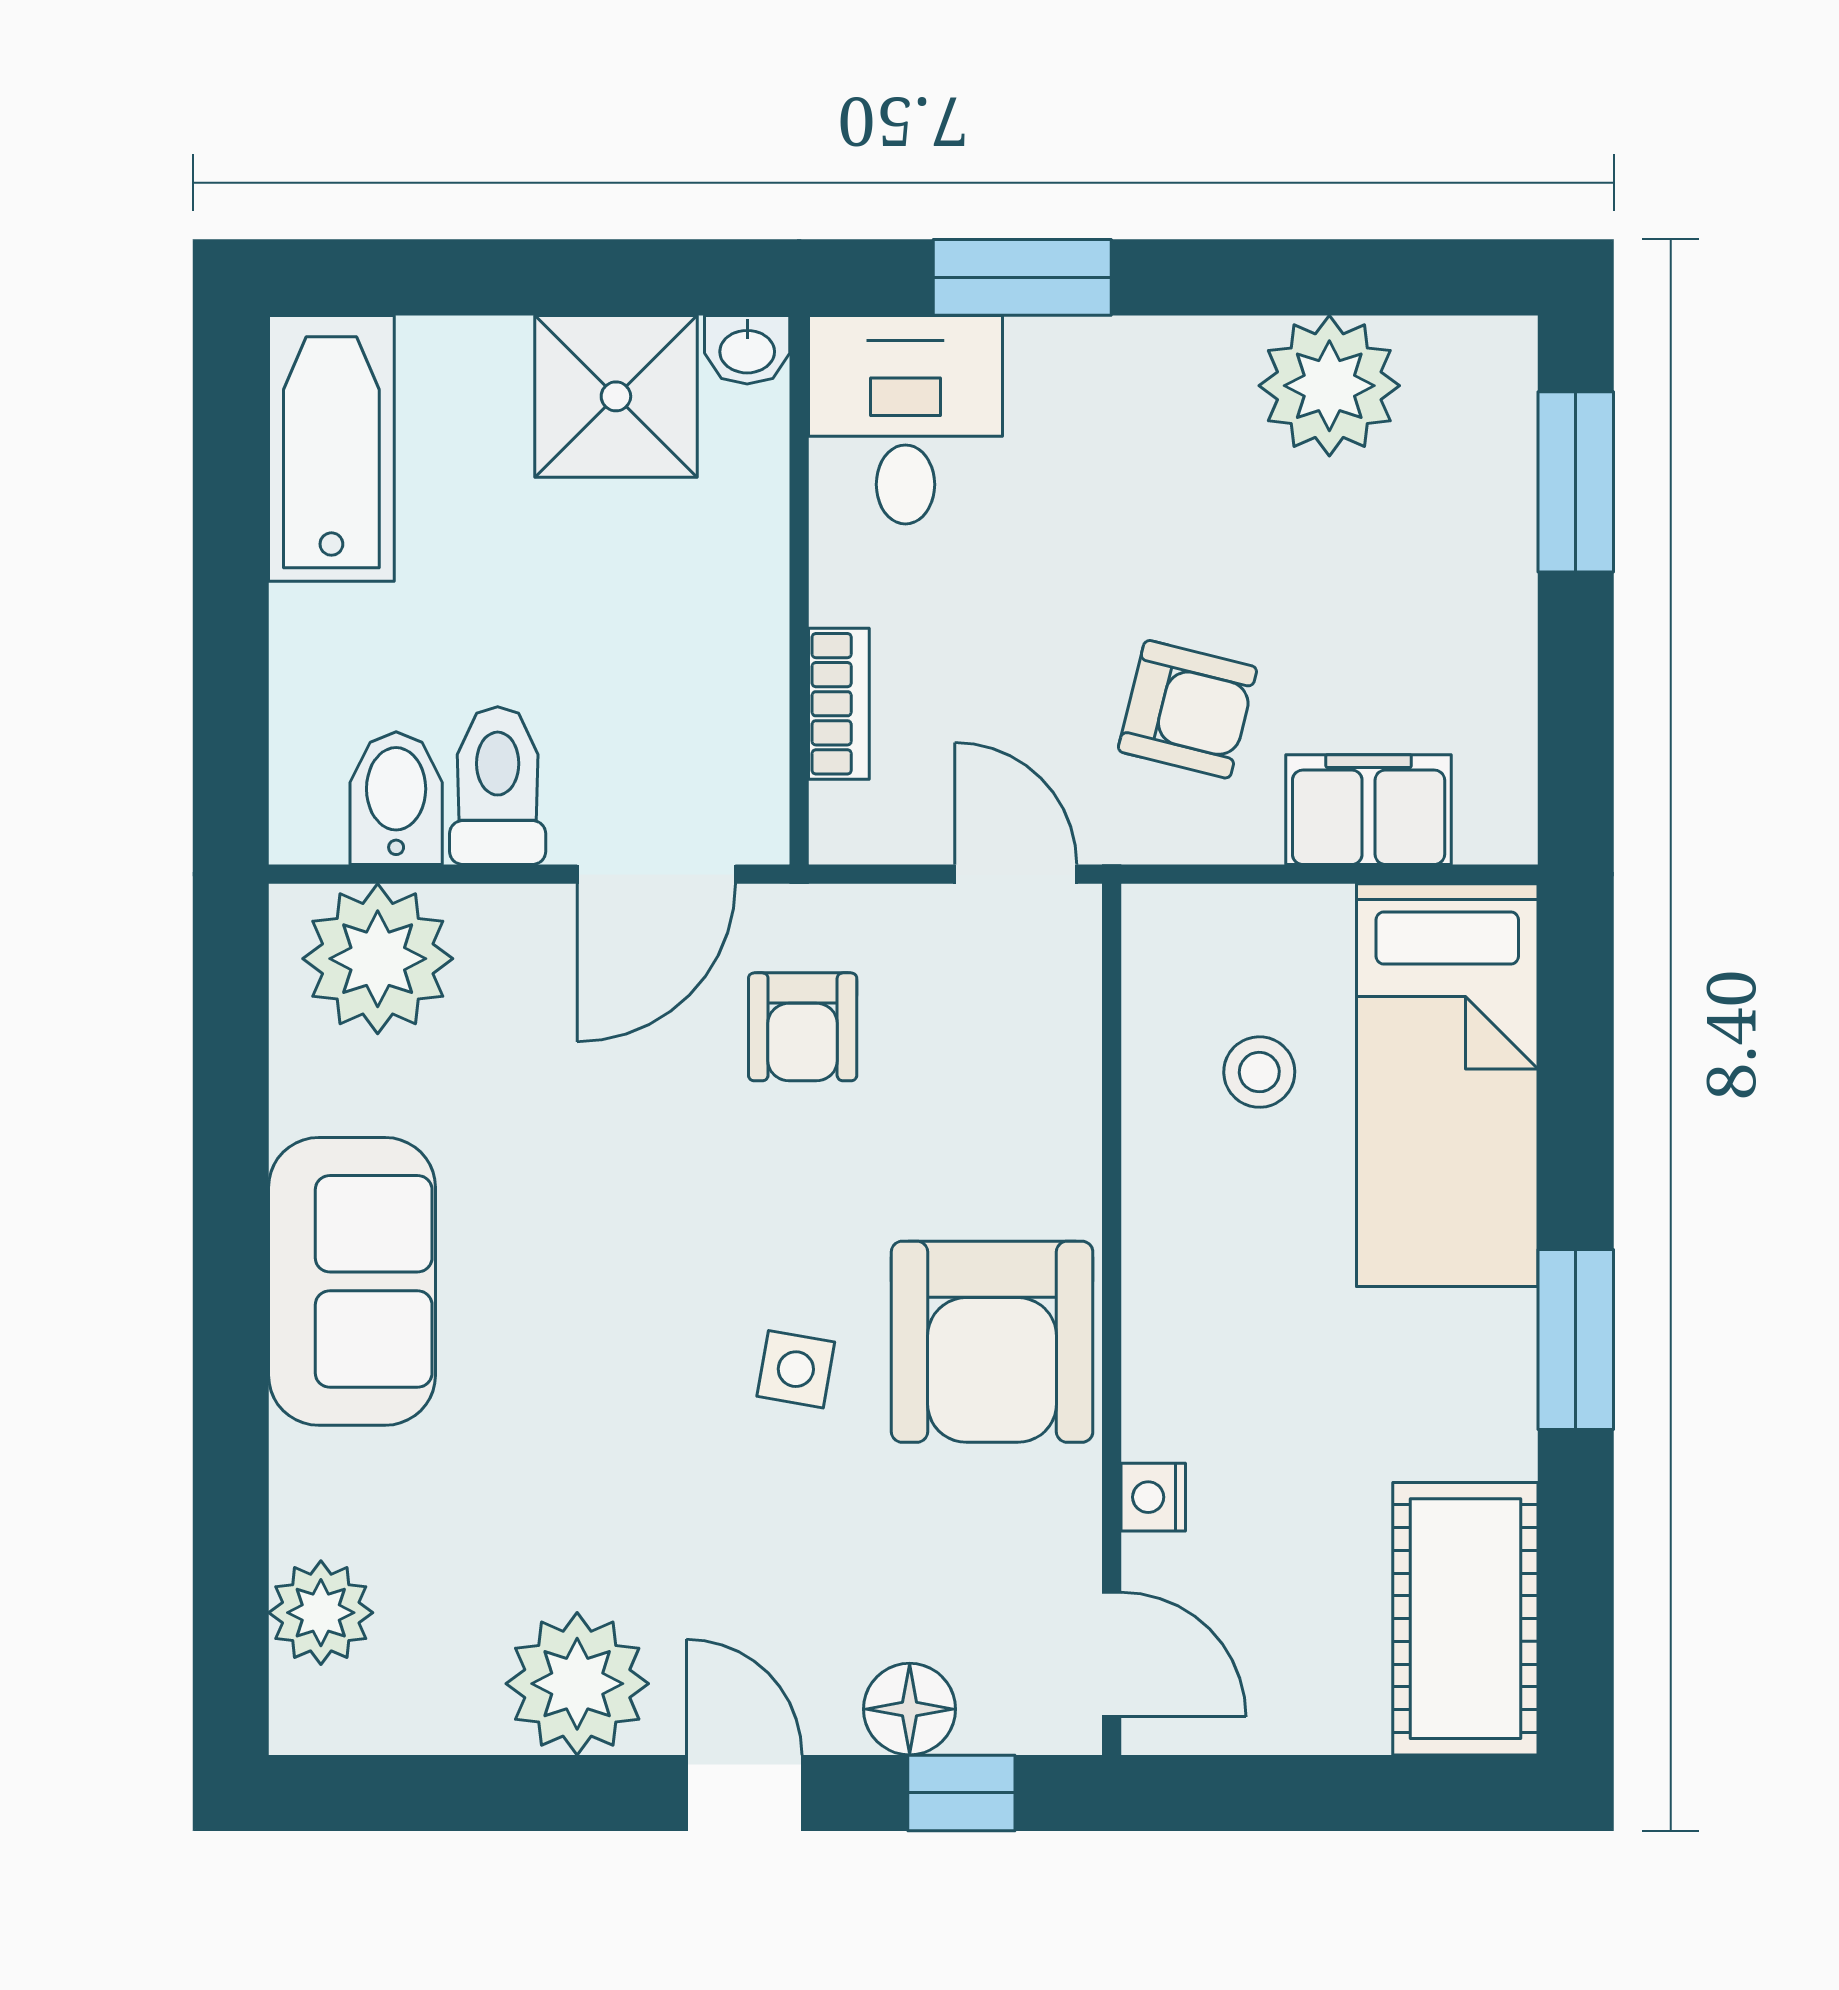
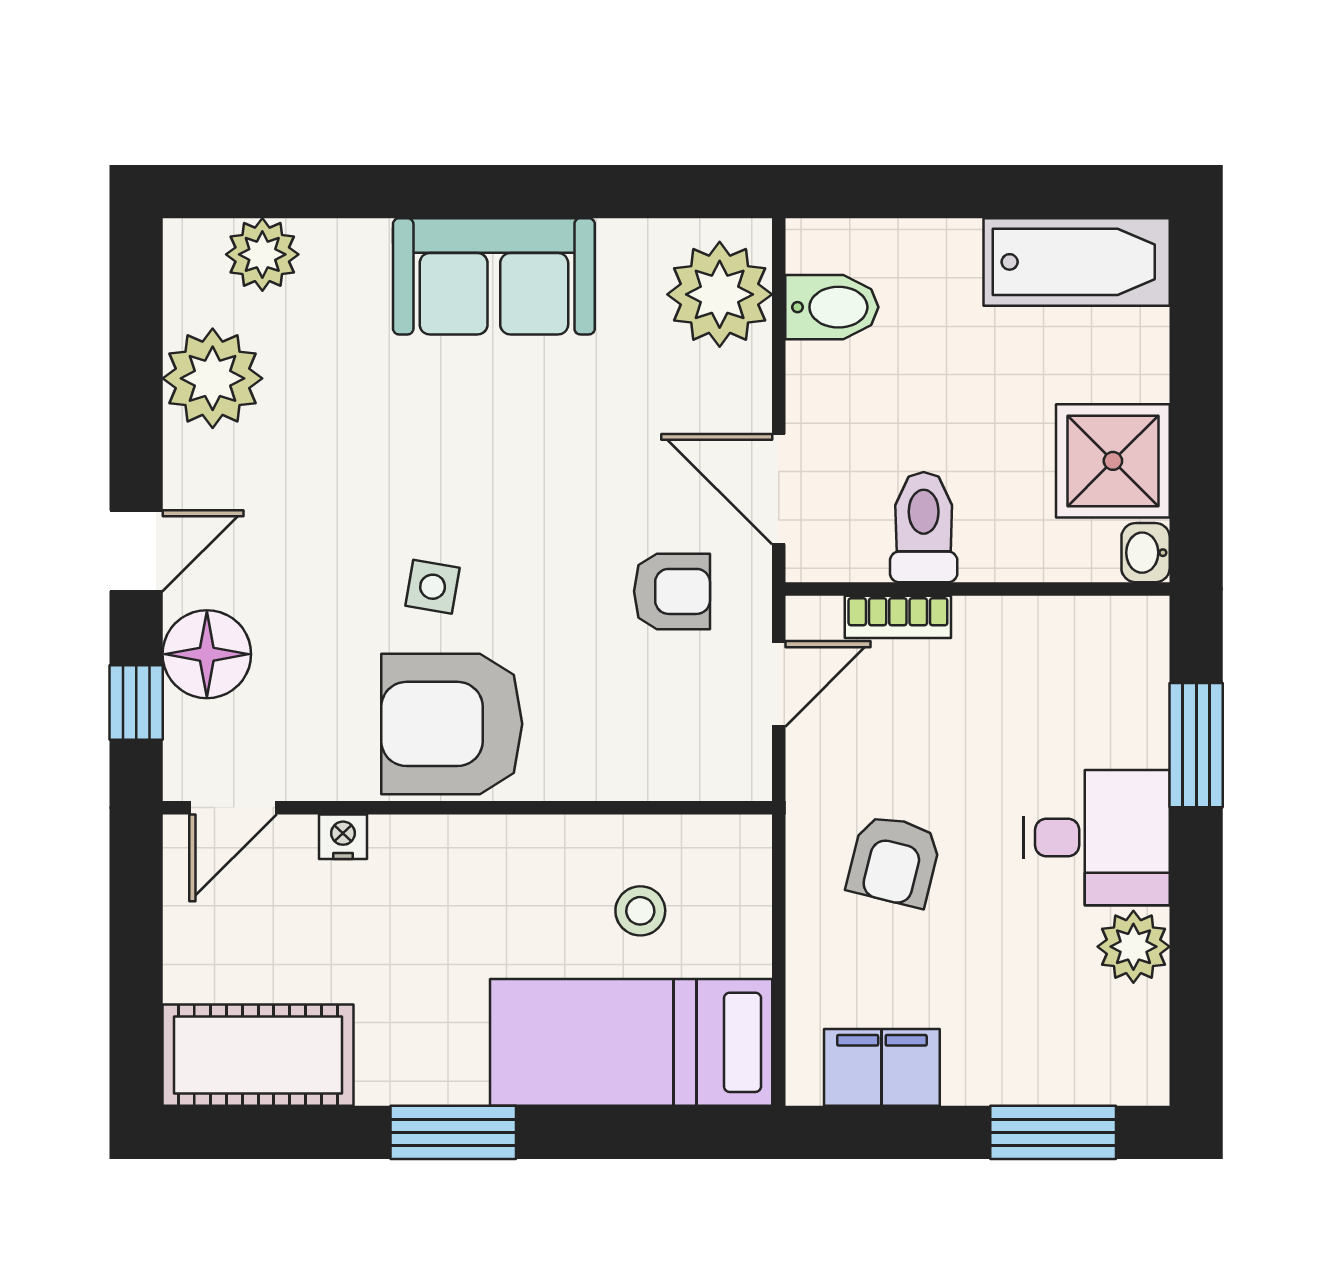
plant: (1329, 386) -> (1133, 947), width x0.73, depth x0.73
desk: (905, 420) -> (1097, 838), moved
toilet: (498, 786) -> (924, 527), moved, turned -90
filing cabinet: (1369, 810) -> (882, 1067), moved, turned -90
door: (1016, 874) -> (779, 684), moved
armchair: (803, 1027) -> (672, 591), turned 180
plant: (577, 1684) -> (213, 378), moved
floor lamp: (910, 1709) -> (207, 654), width x1.38, depth x1.38

